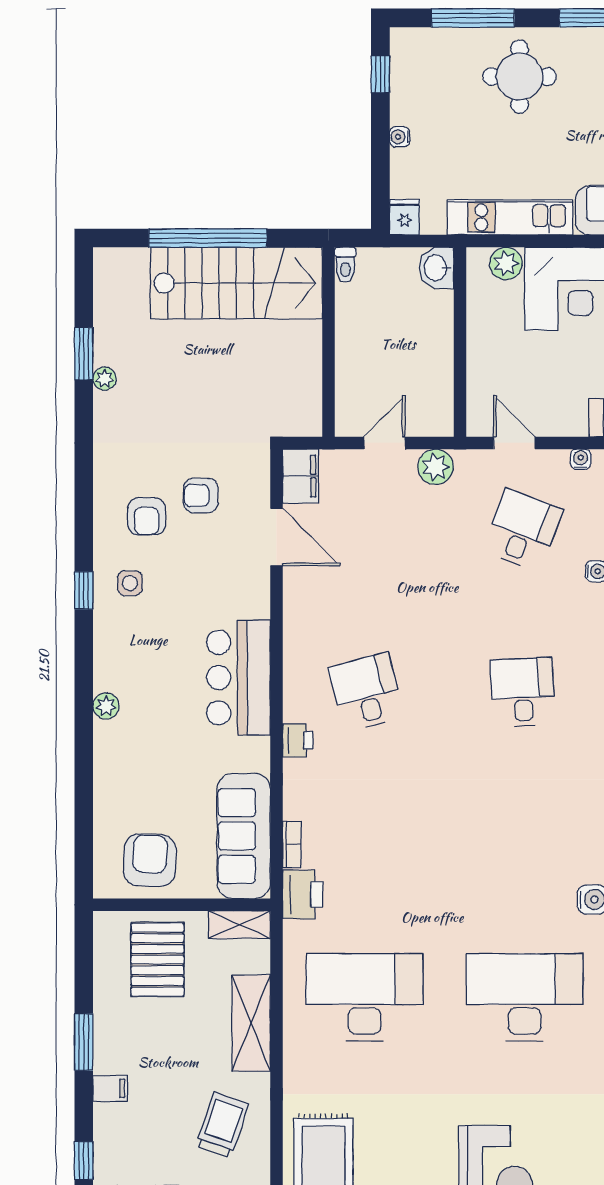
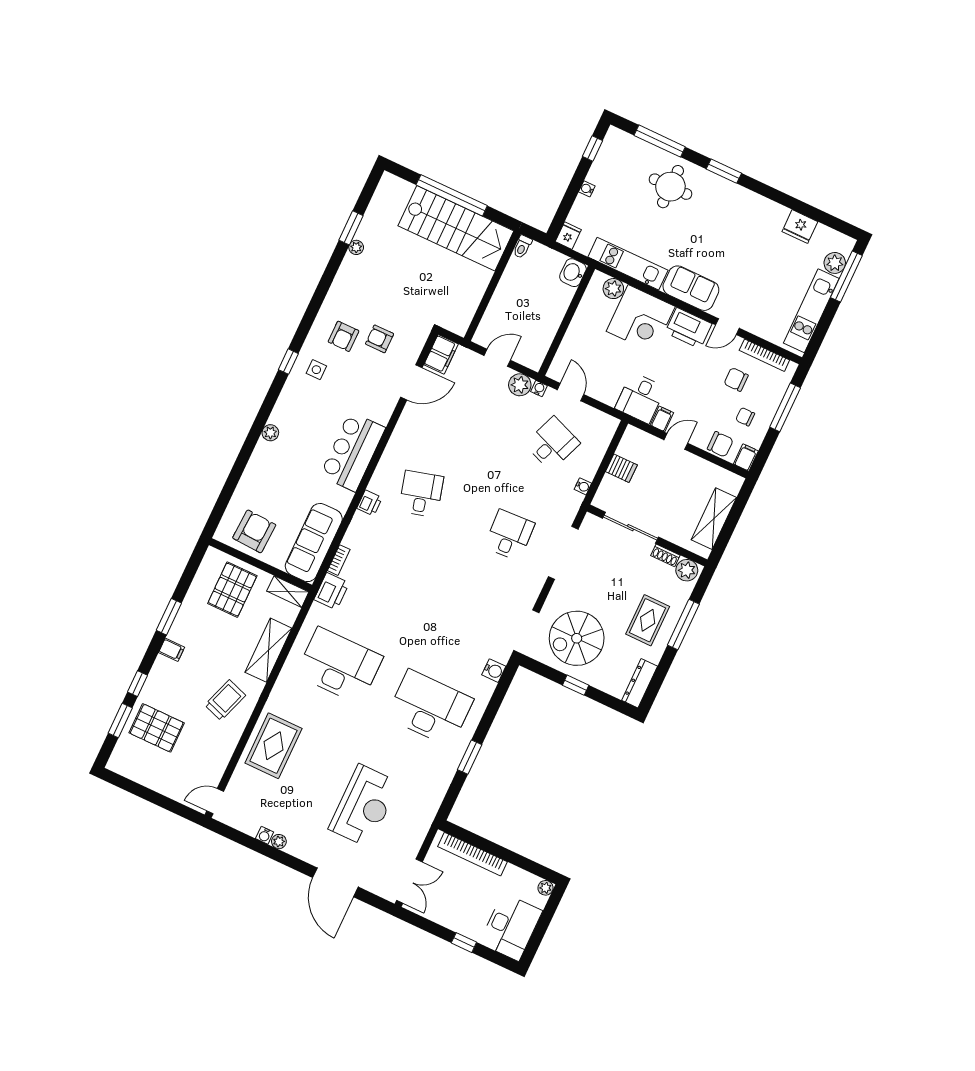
water cooler: (581, 459) -> (539, 389), moved
door: (276, 537) -> (411, 382), hinge flipped

